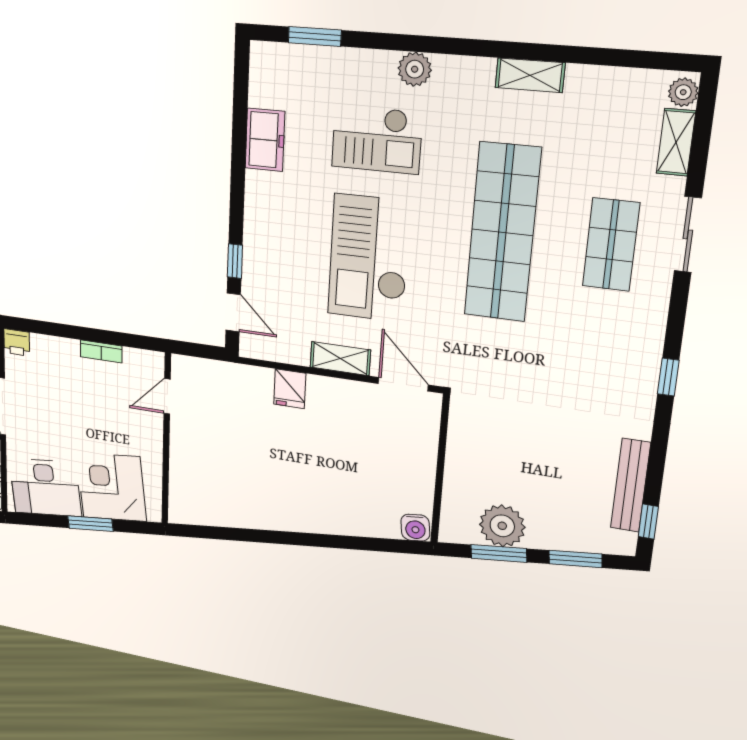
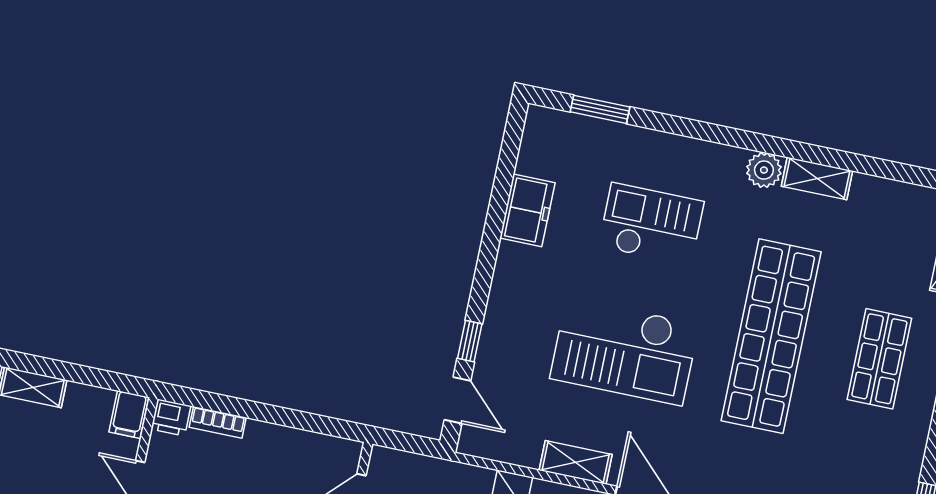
plant: (415, 69) -> (764, 170), moved
checkout: (377, 139) -> (651, 224), turned 180
checkout: (369, 258) -> (624, 351), turned -90
bookcase: (101, 351) -> (218, 422), moved

